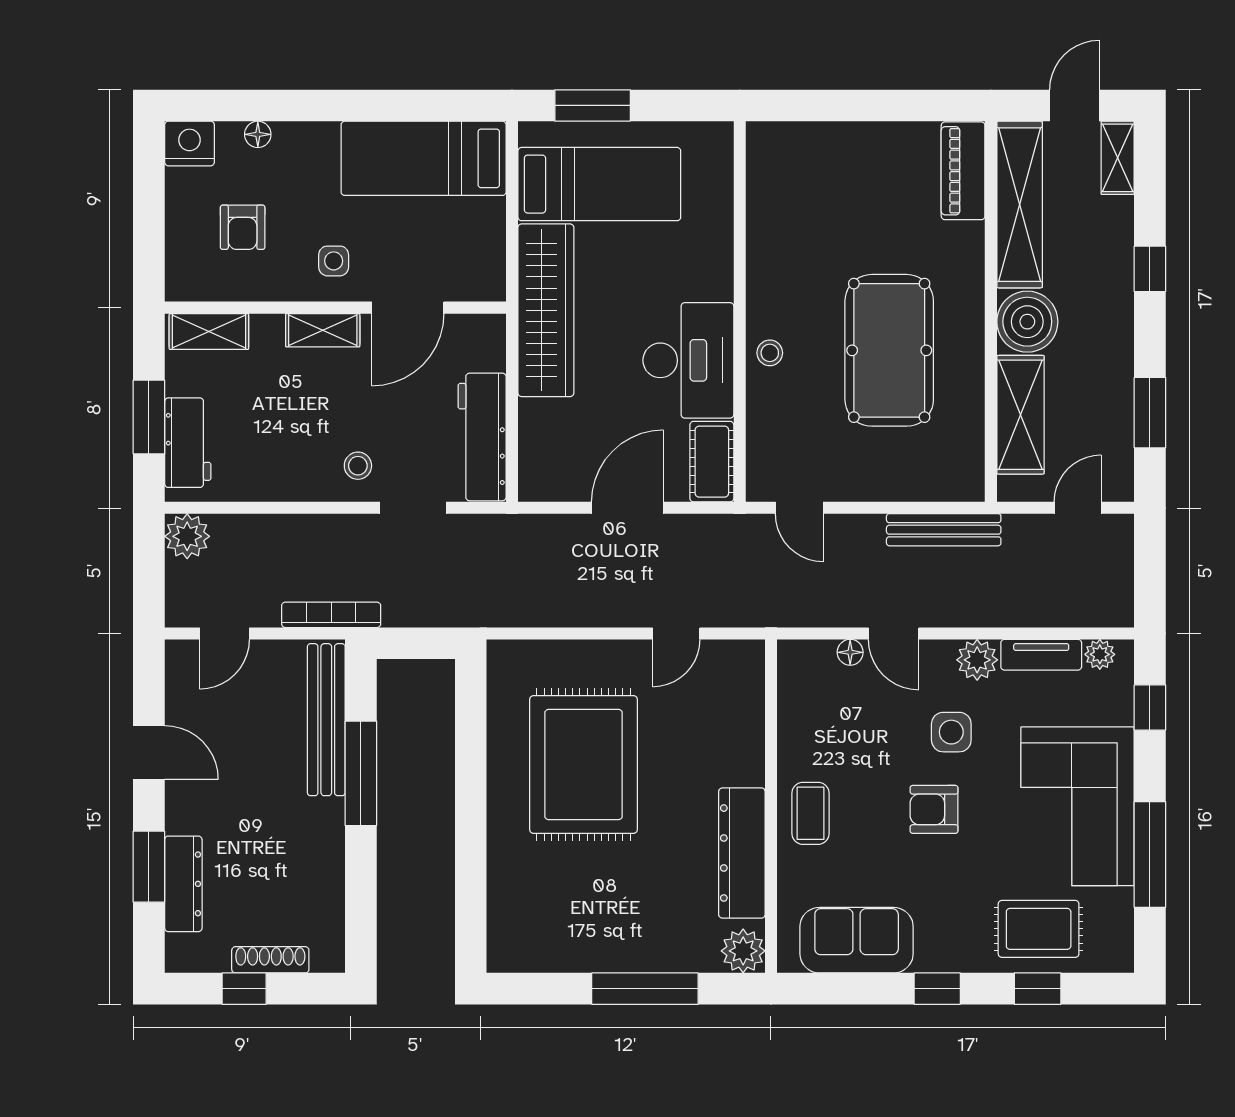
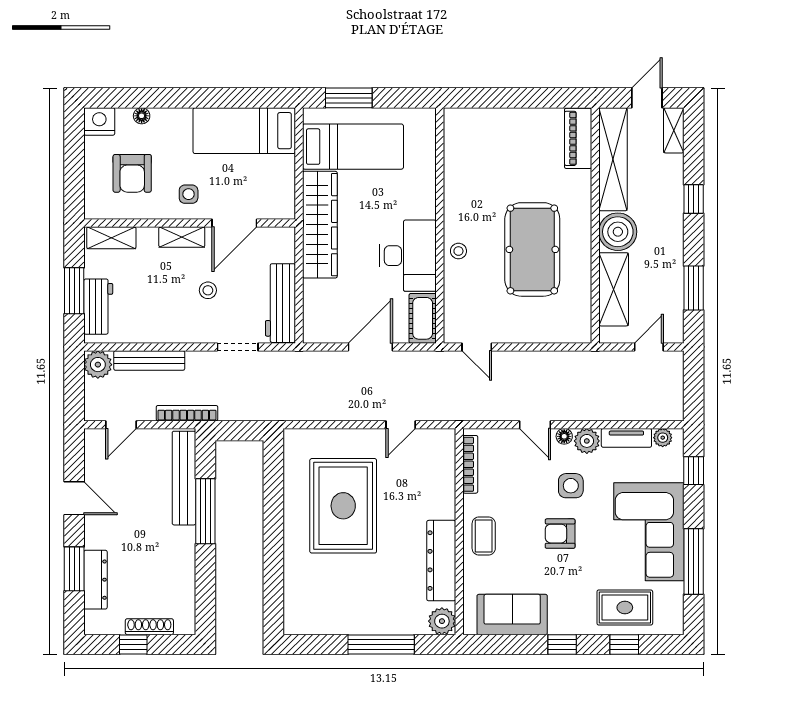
armchair: (243, 227) -> (132, 173), width x1.38, depth x1.38
stool: (358, 466) -> (208, 290), moved
bench: (944, 530) -> (149, 360), moved
floor lamp: (850, 652) -> (564, 436), moved
bookcase: (789, 697) -> (470, 464), added

